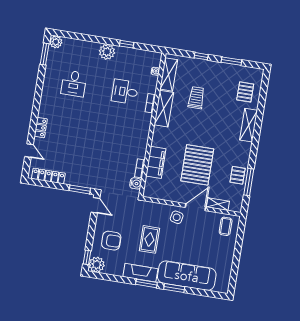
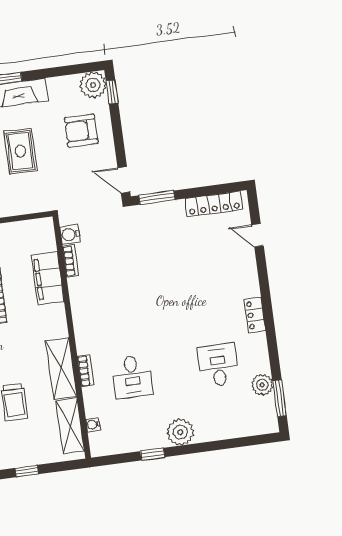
plant: (56, 42) -> (262, 385), moved
desk: (125, 92) -> (132, 377), turned 90
locker: (41, 128) -> (255, 315), moved

